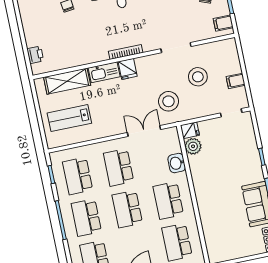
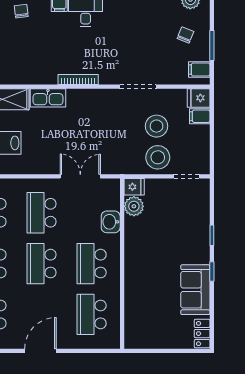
fridge: (128, 69) -> (199, 98), moved, turned 90
filing cabinet: (236, 81) -> (200, 116), moved
stool: (168, 101) -> (158, 157), moved

